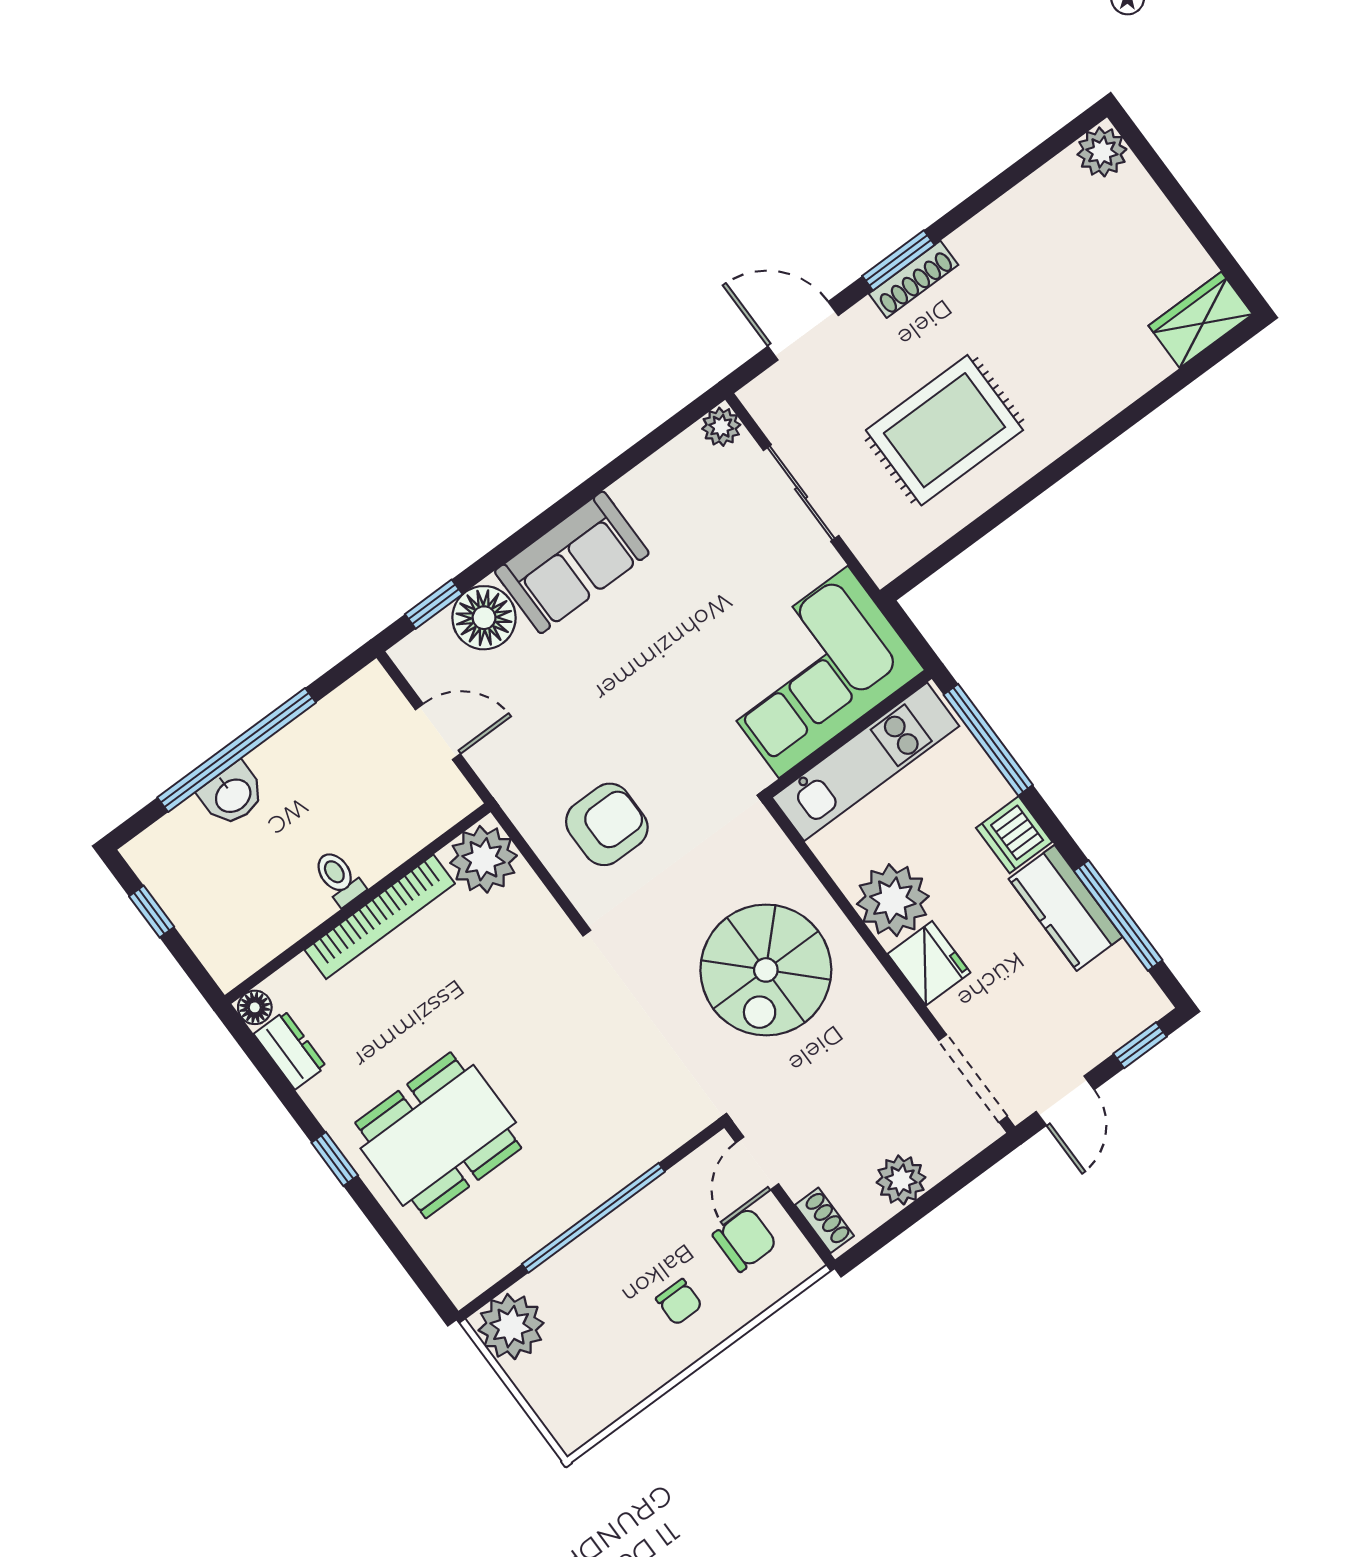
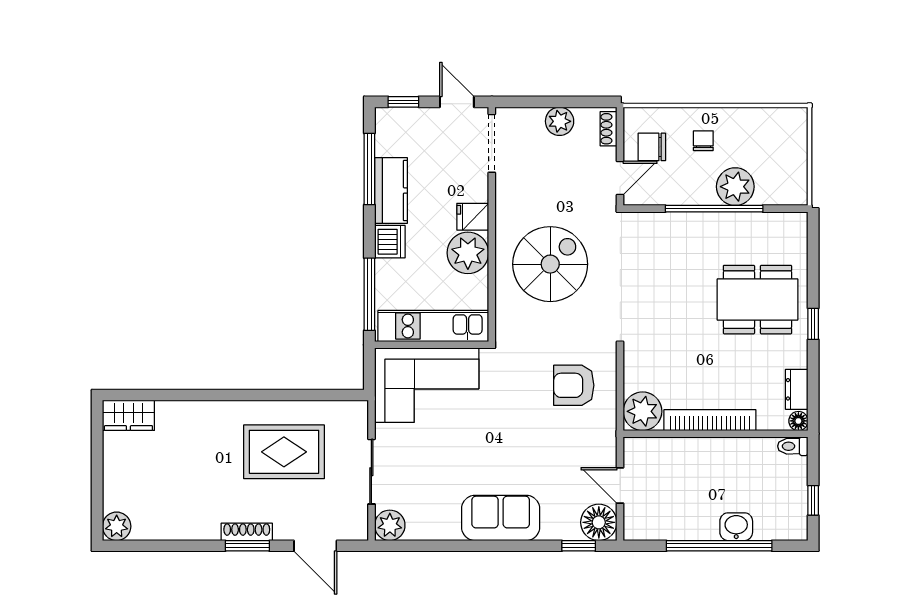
plant: (721, 427) -> (390, 525), width x1.38, depth x1.38
floor lamp: (484, 618) -> (599, 522), moved
toilet: (339, 878) -> (793, 446), moved, turned 90
fridge: (929, 963) -> (473, 217), width x0.72
door: (1065, 1101) -> (457, 102), hinge flipped
plant: (511, 1327) -> (735, 187), moved

